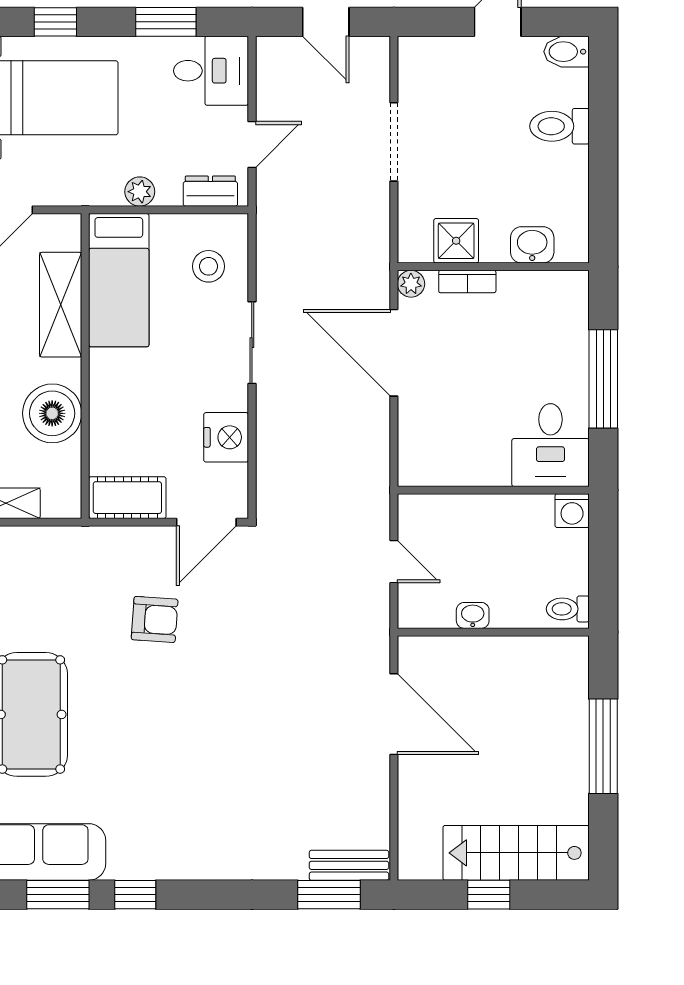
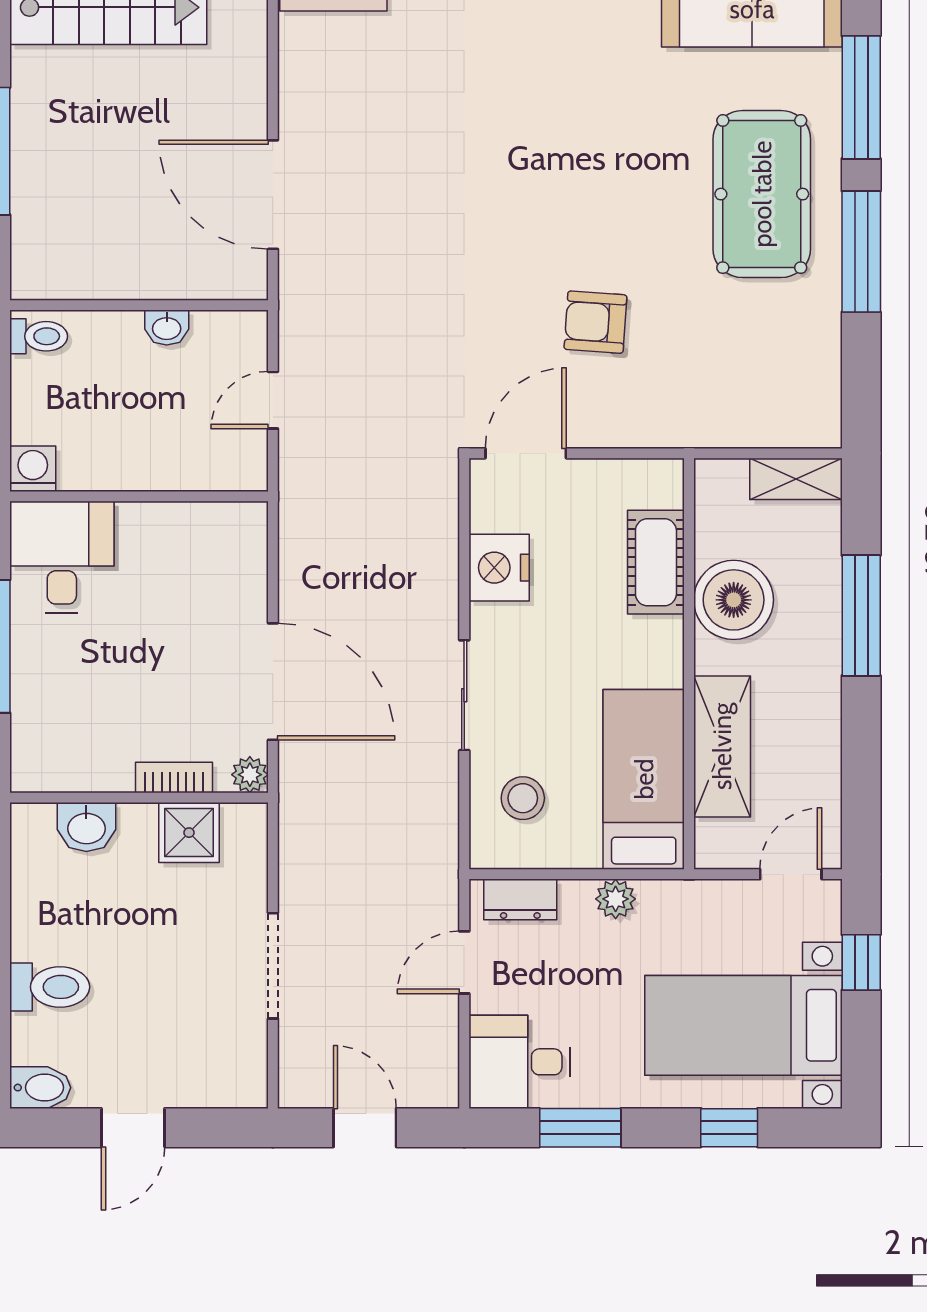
cot: (127, 498) -> (656, 562), moved, turned 90
door: (394, 562) -> (273, 400), hinge flipped

